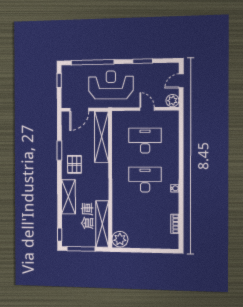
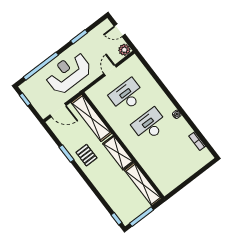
door: (181, 81) -> (120, 30), hinge flipped
door: (147, 109) -> (110, 70), hinge flipped
door: (79, 110) -> (58, 110), hinge flipped
shelving: (68, 197) -> (118, 153), moved
plant: (120, 239) -> (165, 185), removed

